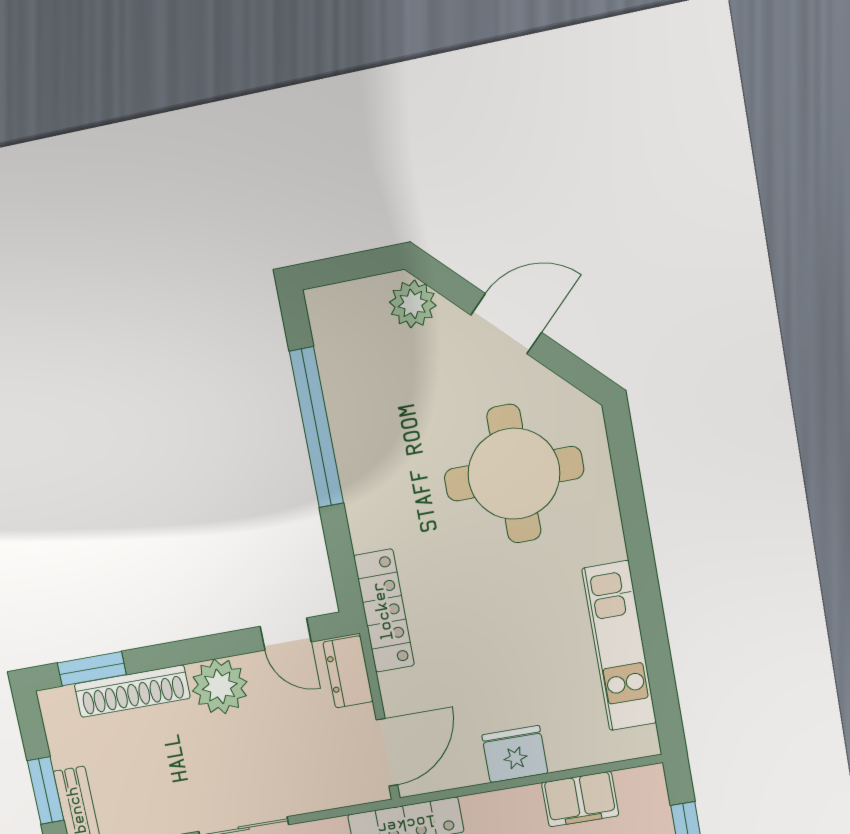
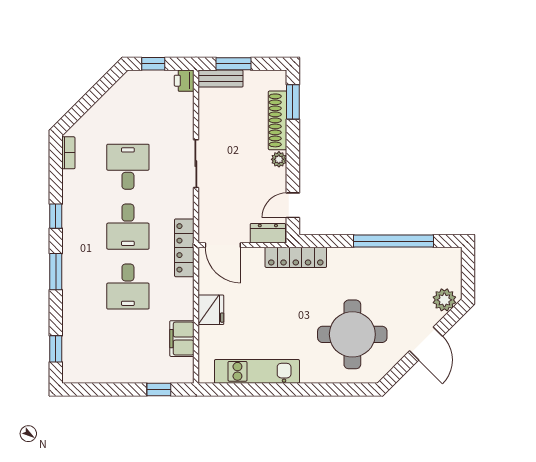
plant: (220, 686) -> (279, 159), width x0.53, depth x0.53

